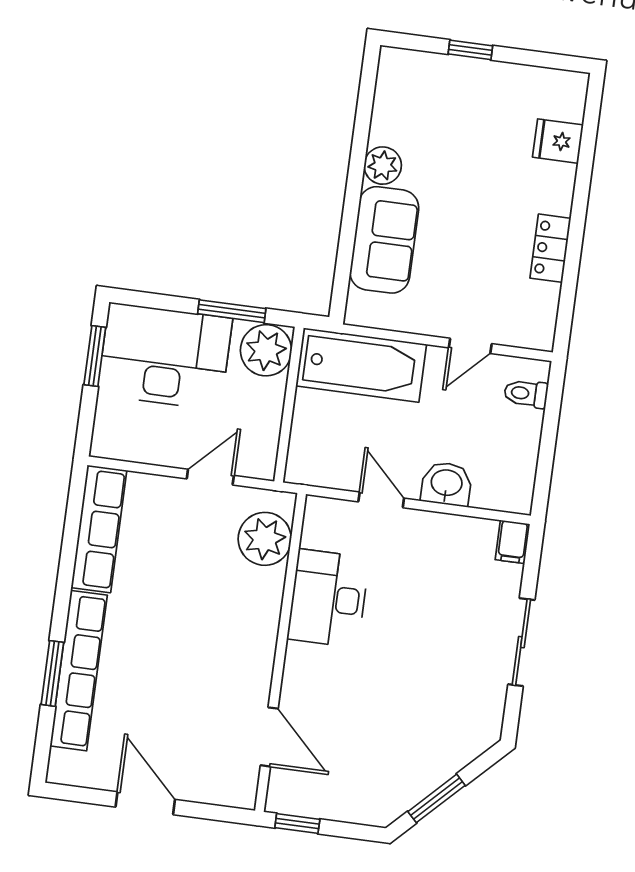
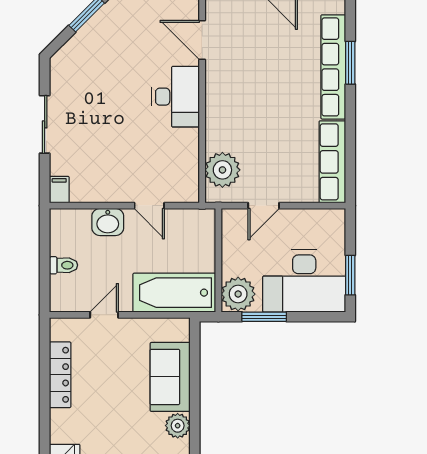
locker: (550, 248) -> (60, 375), width x1.53
toilet: (526, 394) -> (63, 265), moved
desk: (328, 598) -> (175, 97), moved

